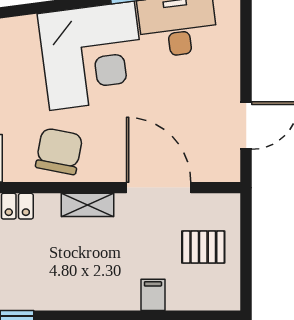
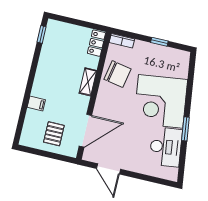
door: (159, 188) -> (85, 131), moved

